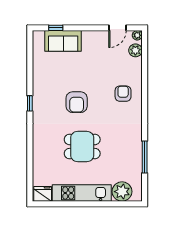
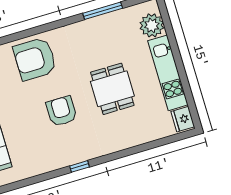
armchair: (123, 94) -> (35, 59), width x1.88, depth x1.88
armchair: (77, 102) -> (61, 111), turned -90

